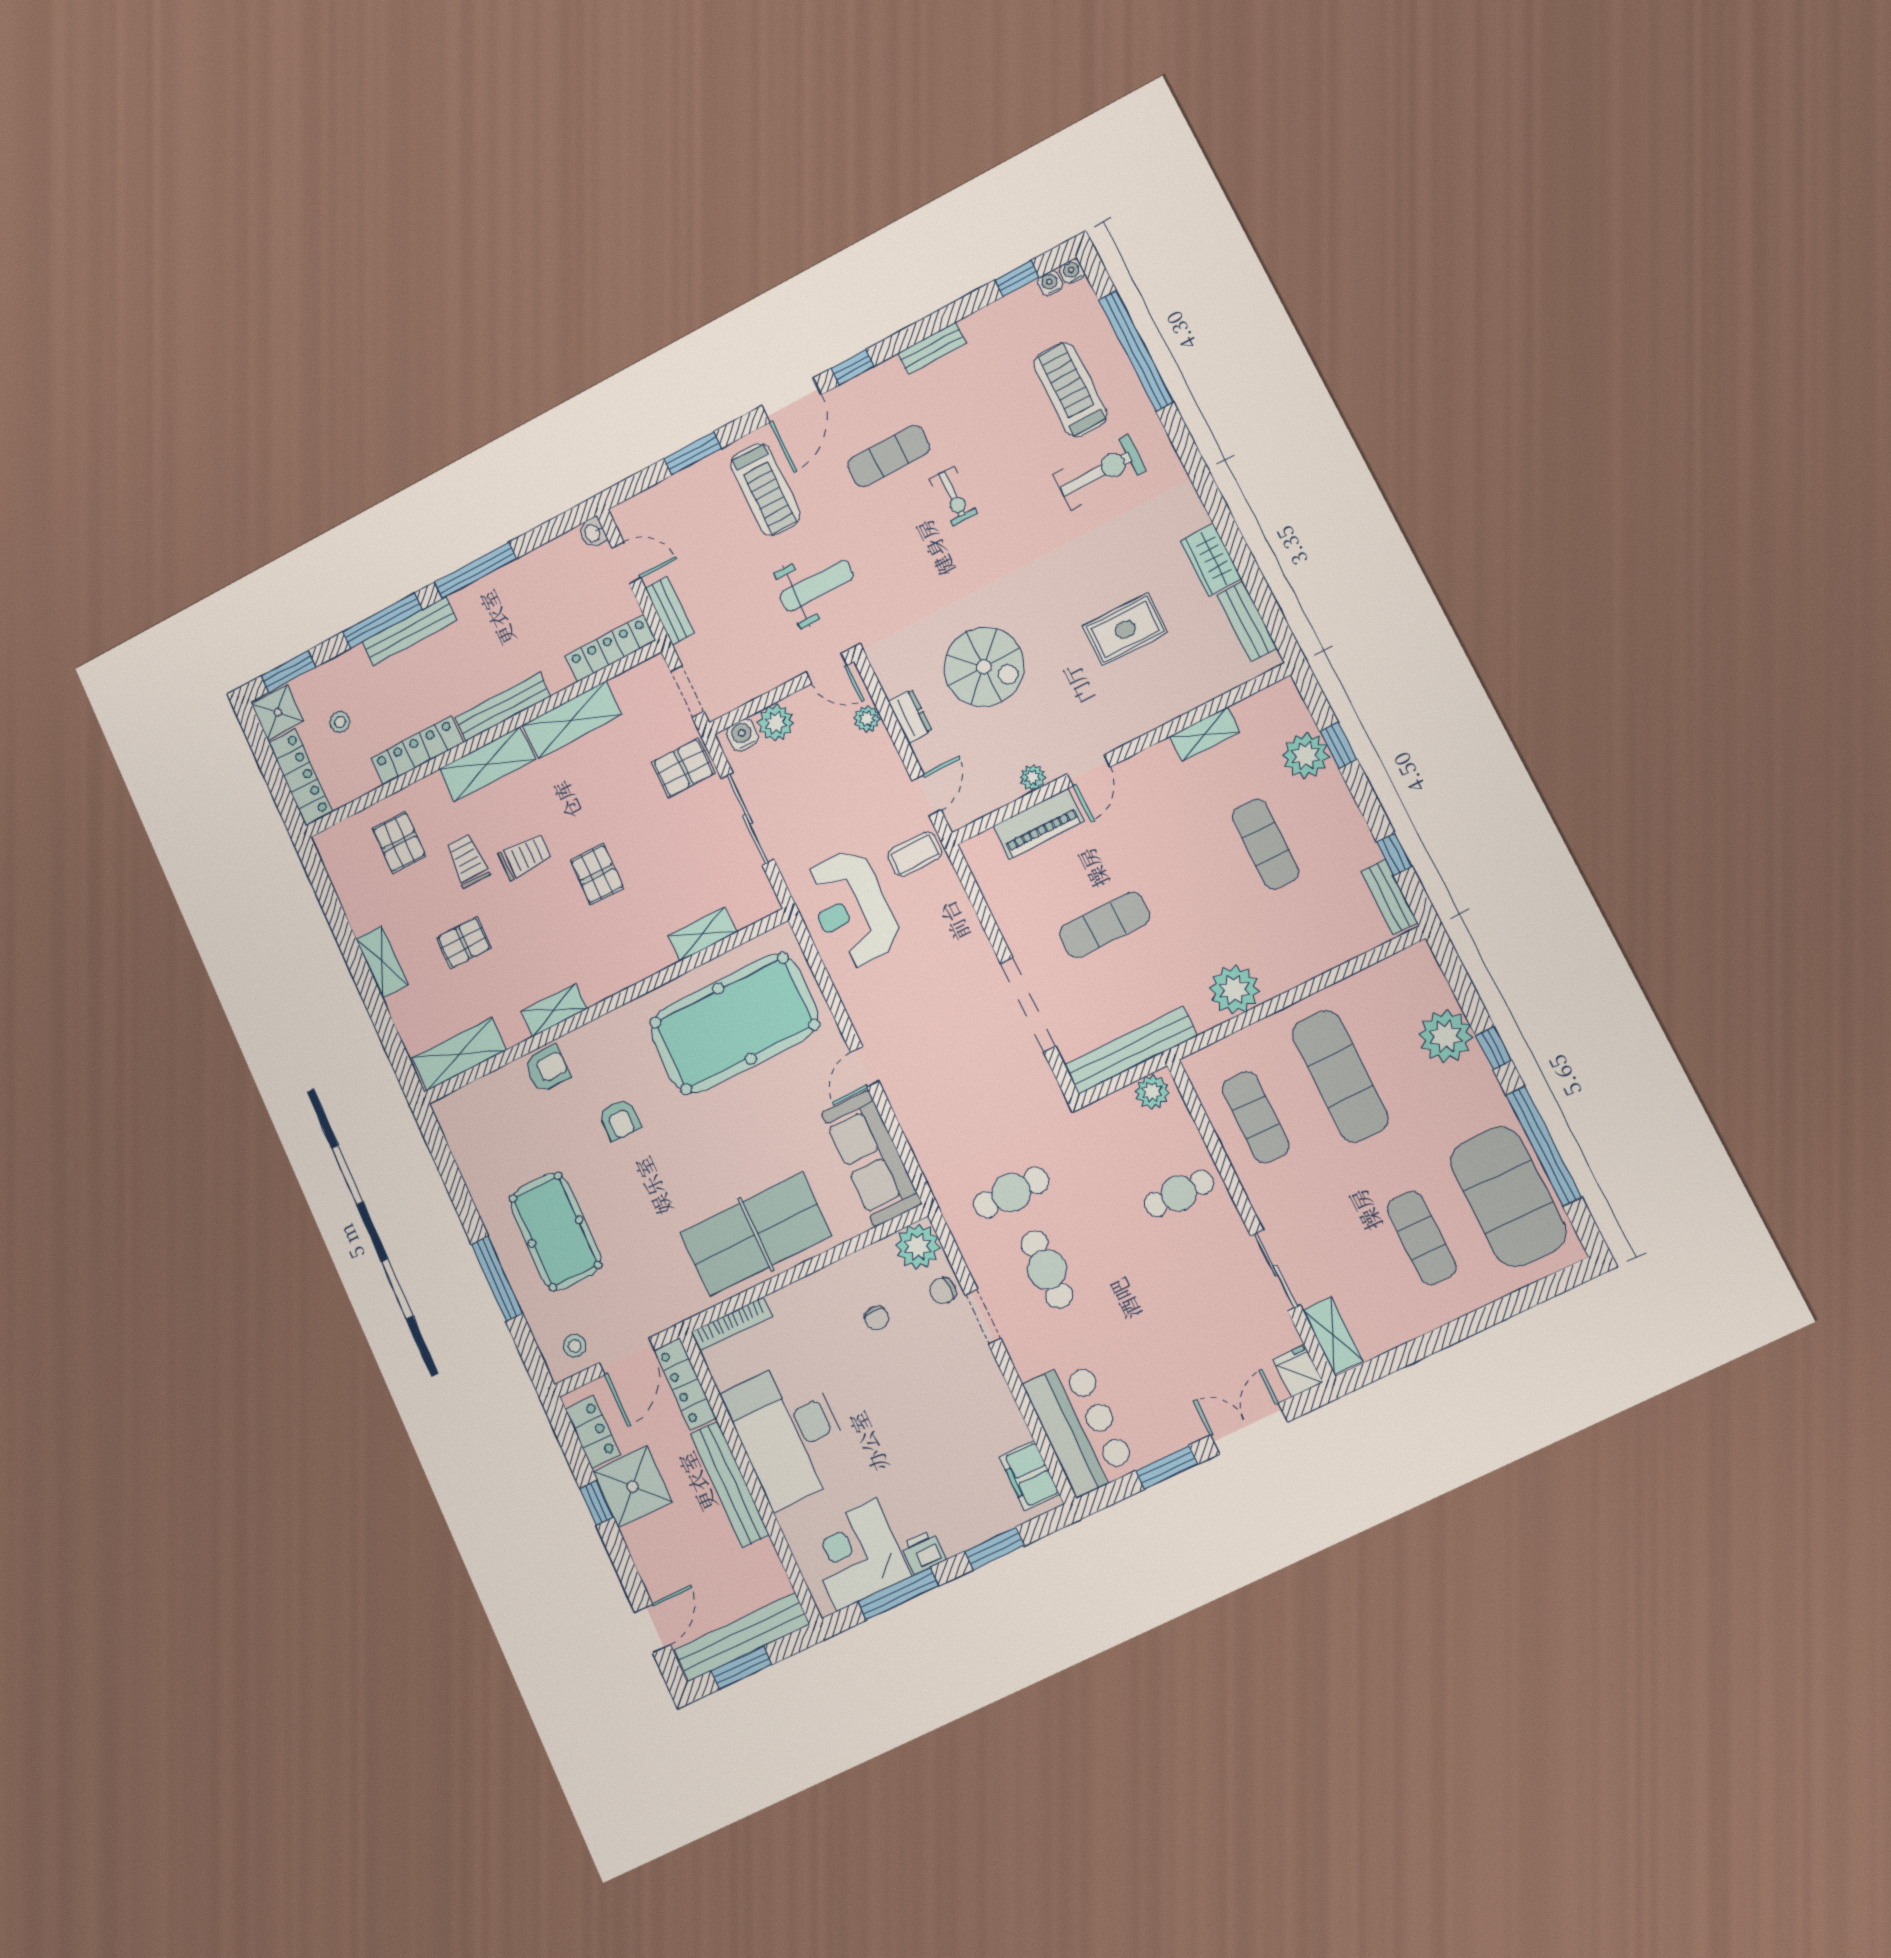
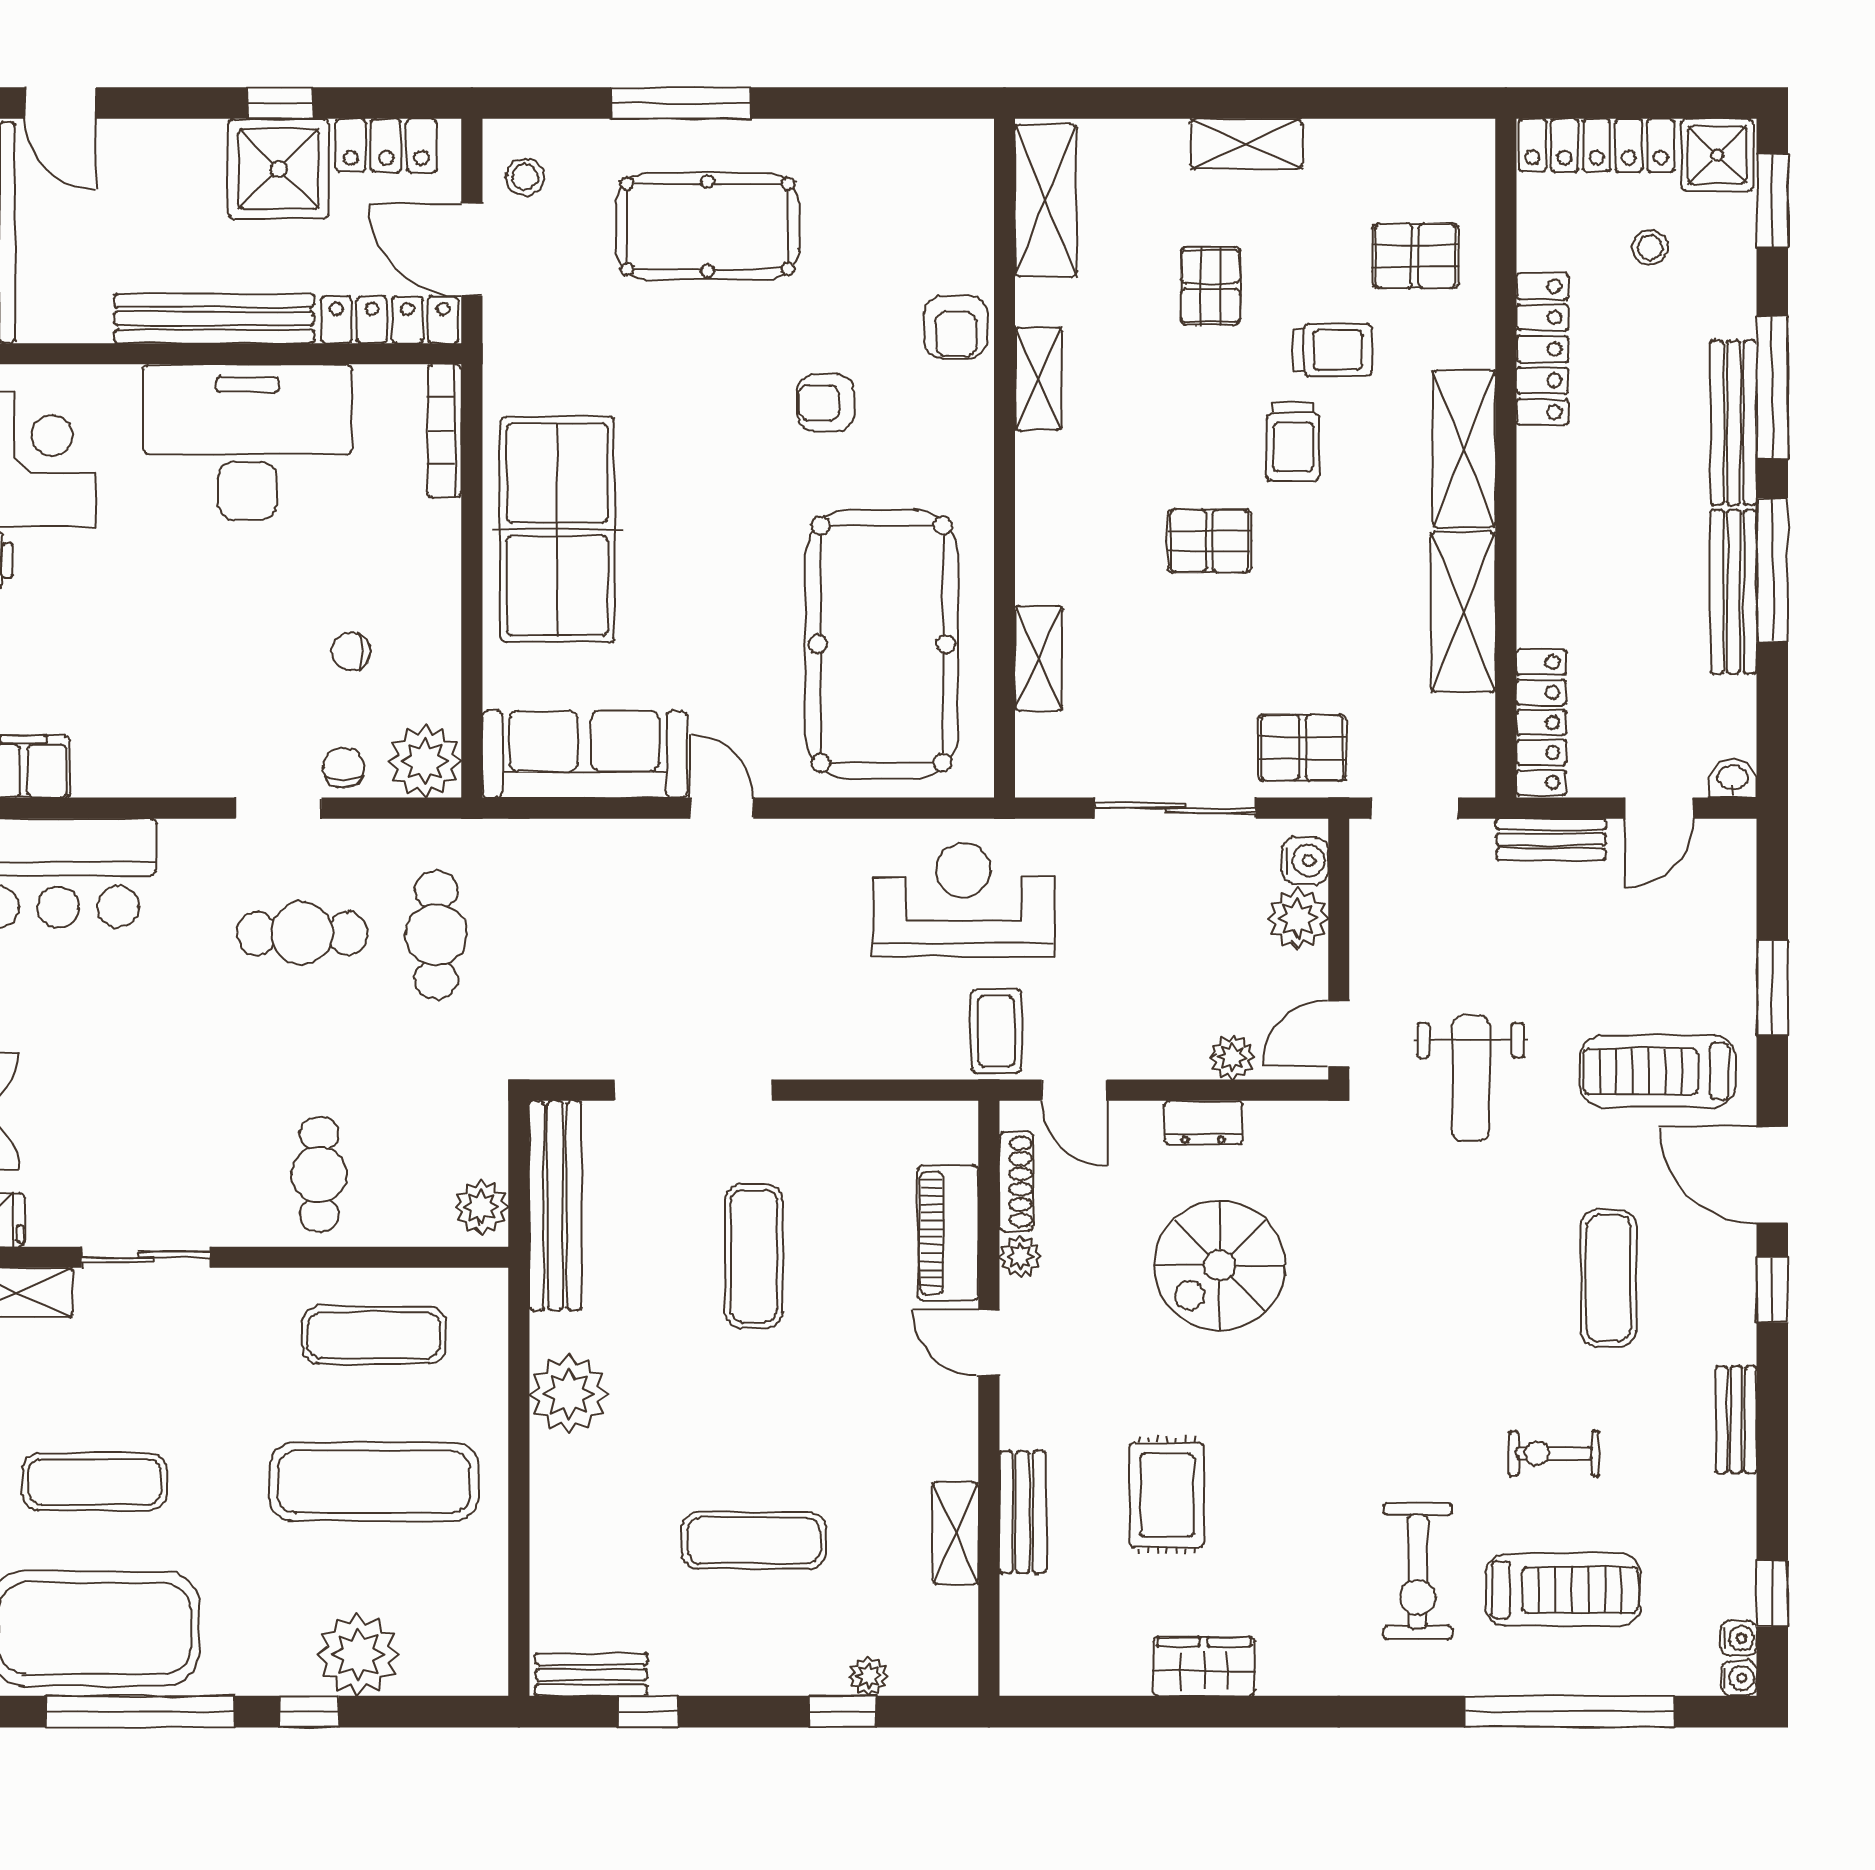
exercise bike: (953, 496) -> (1554, 1453), moved
bench: (1247, 621) -> (1023, 1512), moved, turned 90
bench: (503, 707) -> (1734, 592), moved
plant: (1306, 756) -> (868, 1676), width x0.53, depth x0.53
pallet: (683, 768) -> (1302, 748), turned 90
shoe rack: (992, 801) -> (1016, 1182), added

